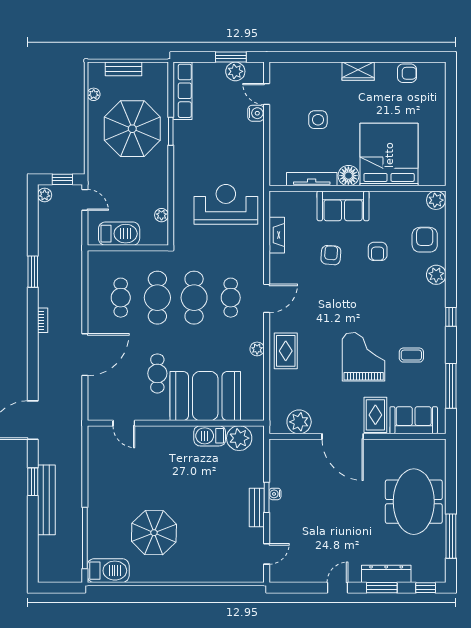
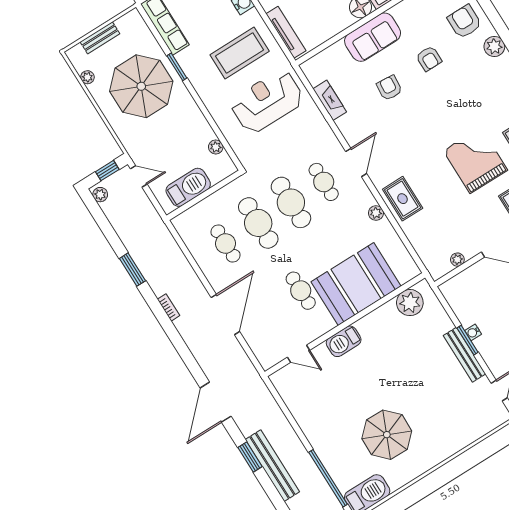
coffee table: (228, 152) -> (240, 53), added
tv unit: (312, 179) -> (286, 32), moved, turned 90
plant: (299, 422) -> (457, 260), width x0.53, depth x0.53
barbecue: (210, 436) -> (344, 341), moved
bench: (257, 508) -> (464, 355), width x1.36

